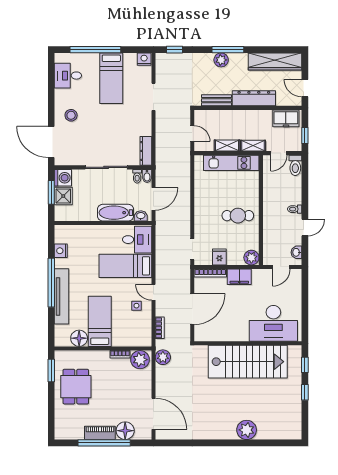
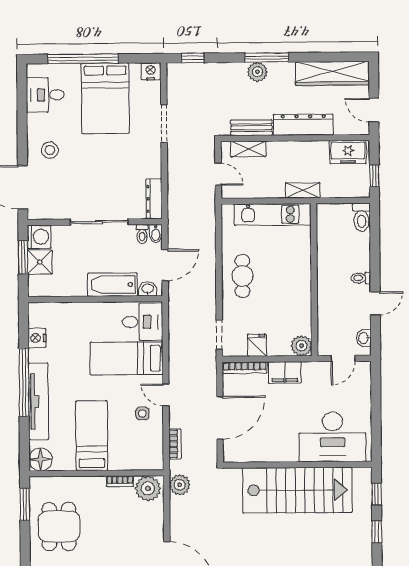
bed: (111, 78) -> (105, 98), width x1.50
shelving: (227, 146) -> (248, 149), moved
door: (279, 153) -> (339, 201), removed
cafe table: (238, 216) -> (242, 276), moved, turned 90
floor lamp: (79, 338) -> (41, 459), moved

